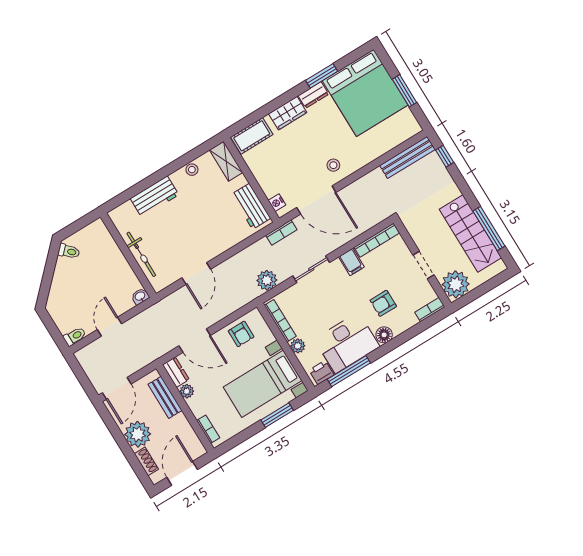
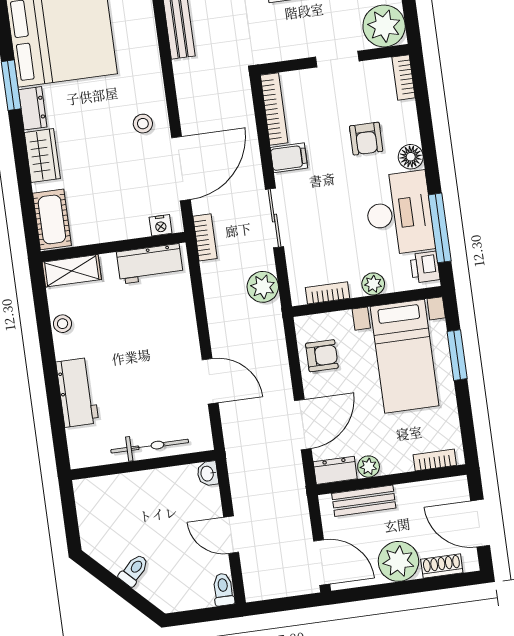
toilet: (69, 251) -> (134, 570), moved
bookcase: (280, 321) -> (328, 293), width x0.64

